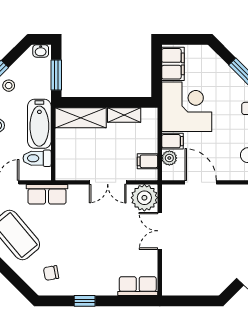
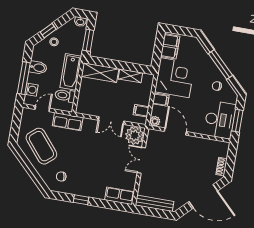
plant: (169, 158) -> (155, 121), moved
bench: (189, 288) -> (155, 203), added

